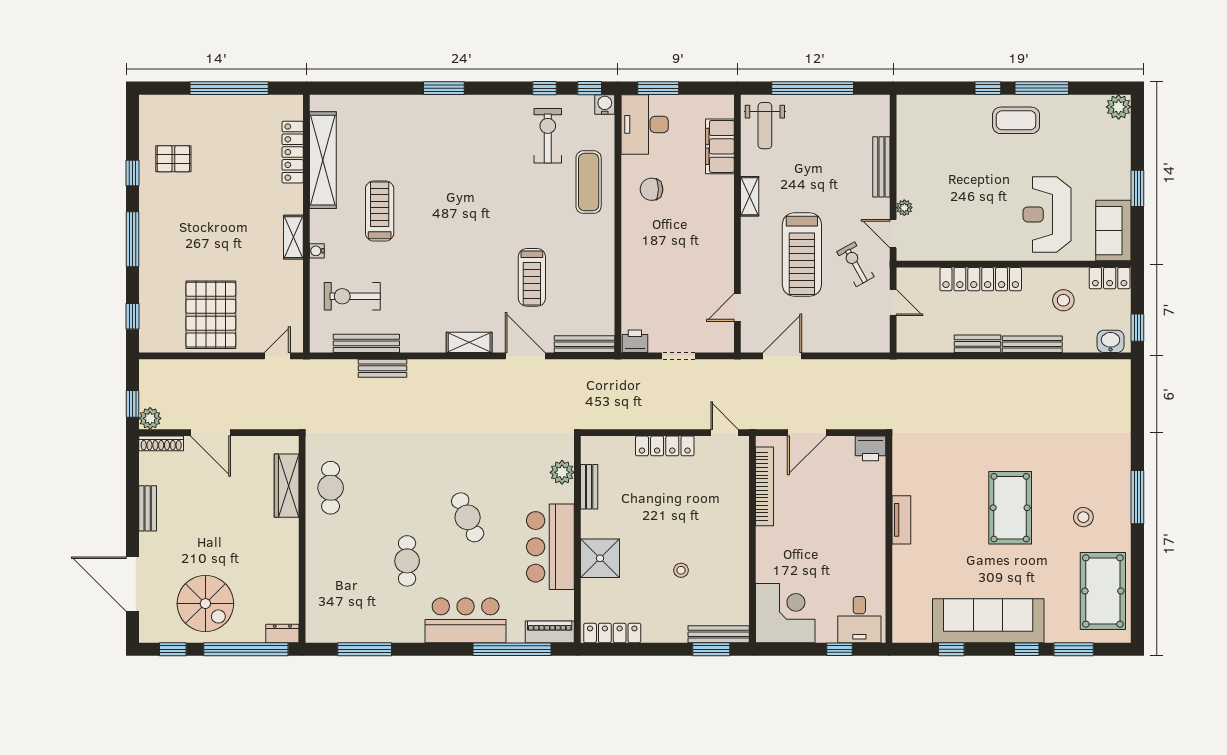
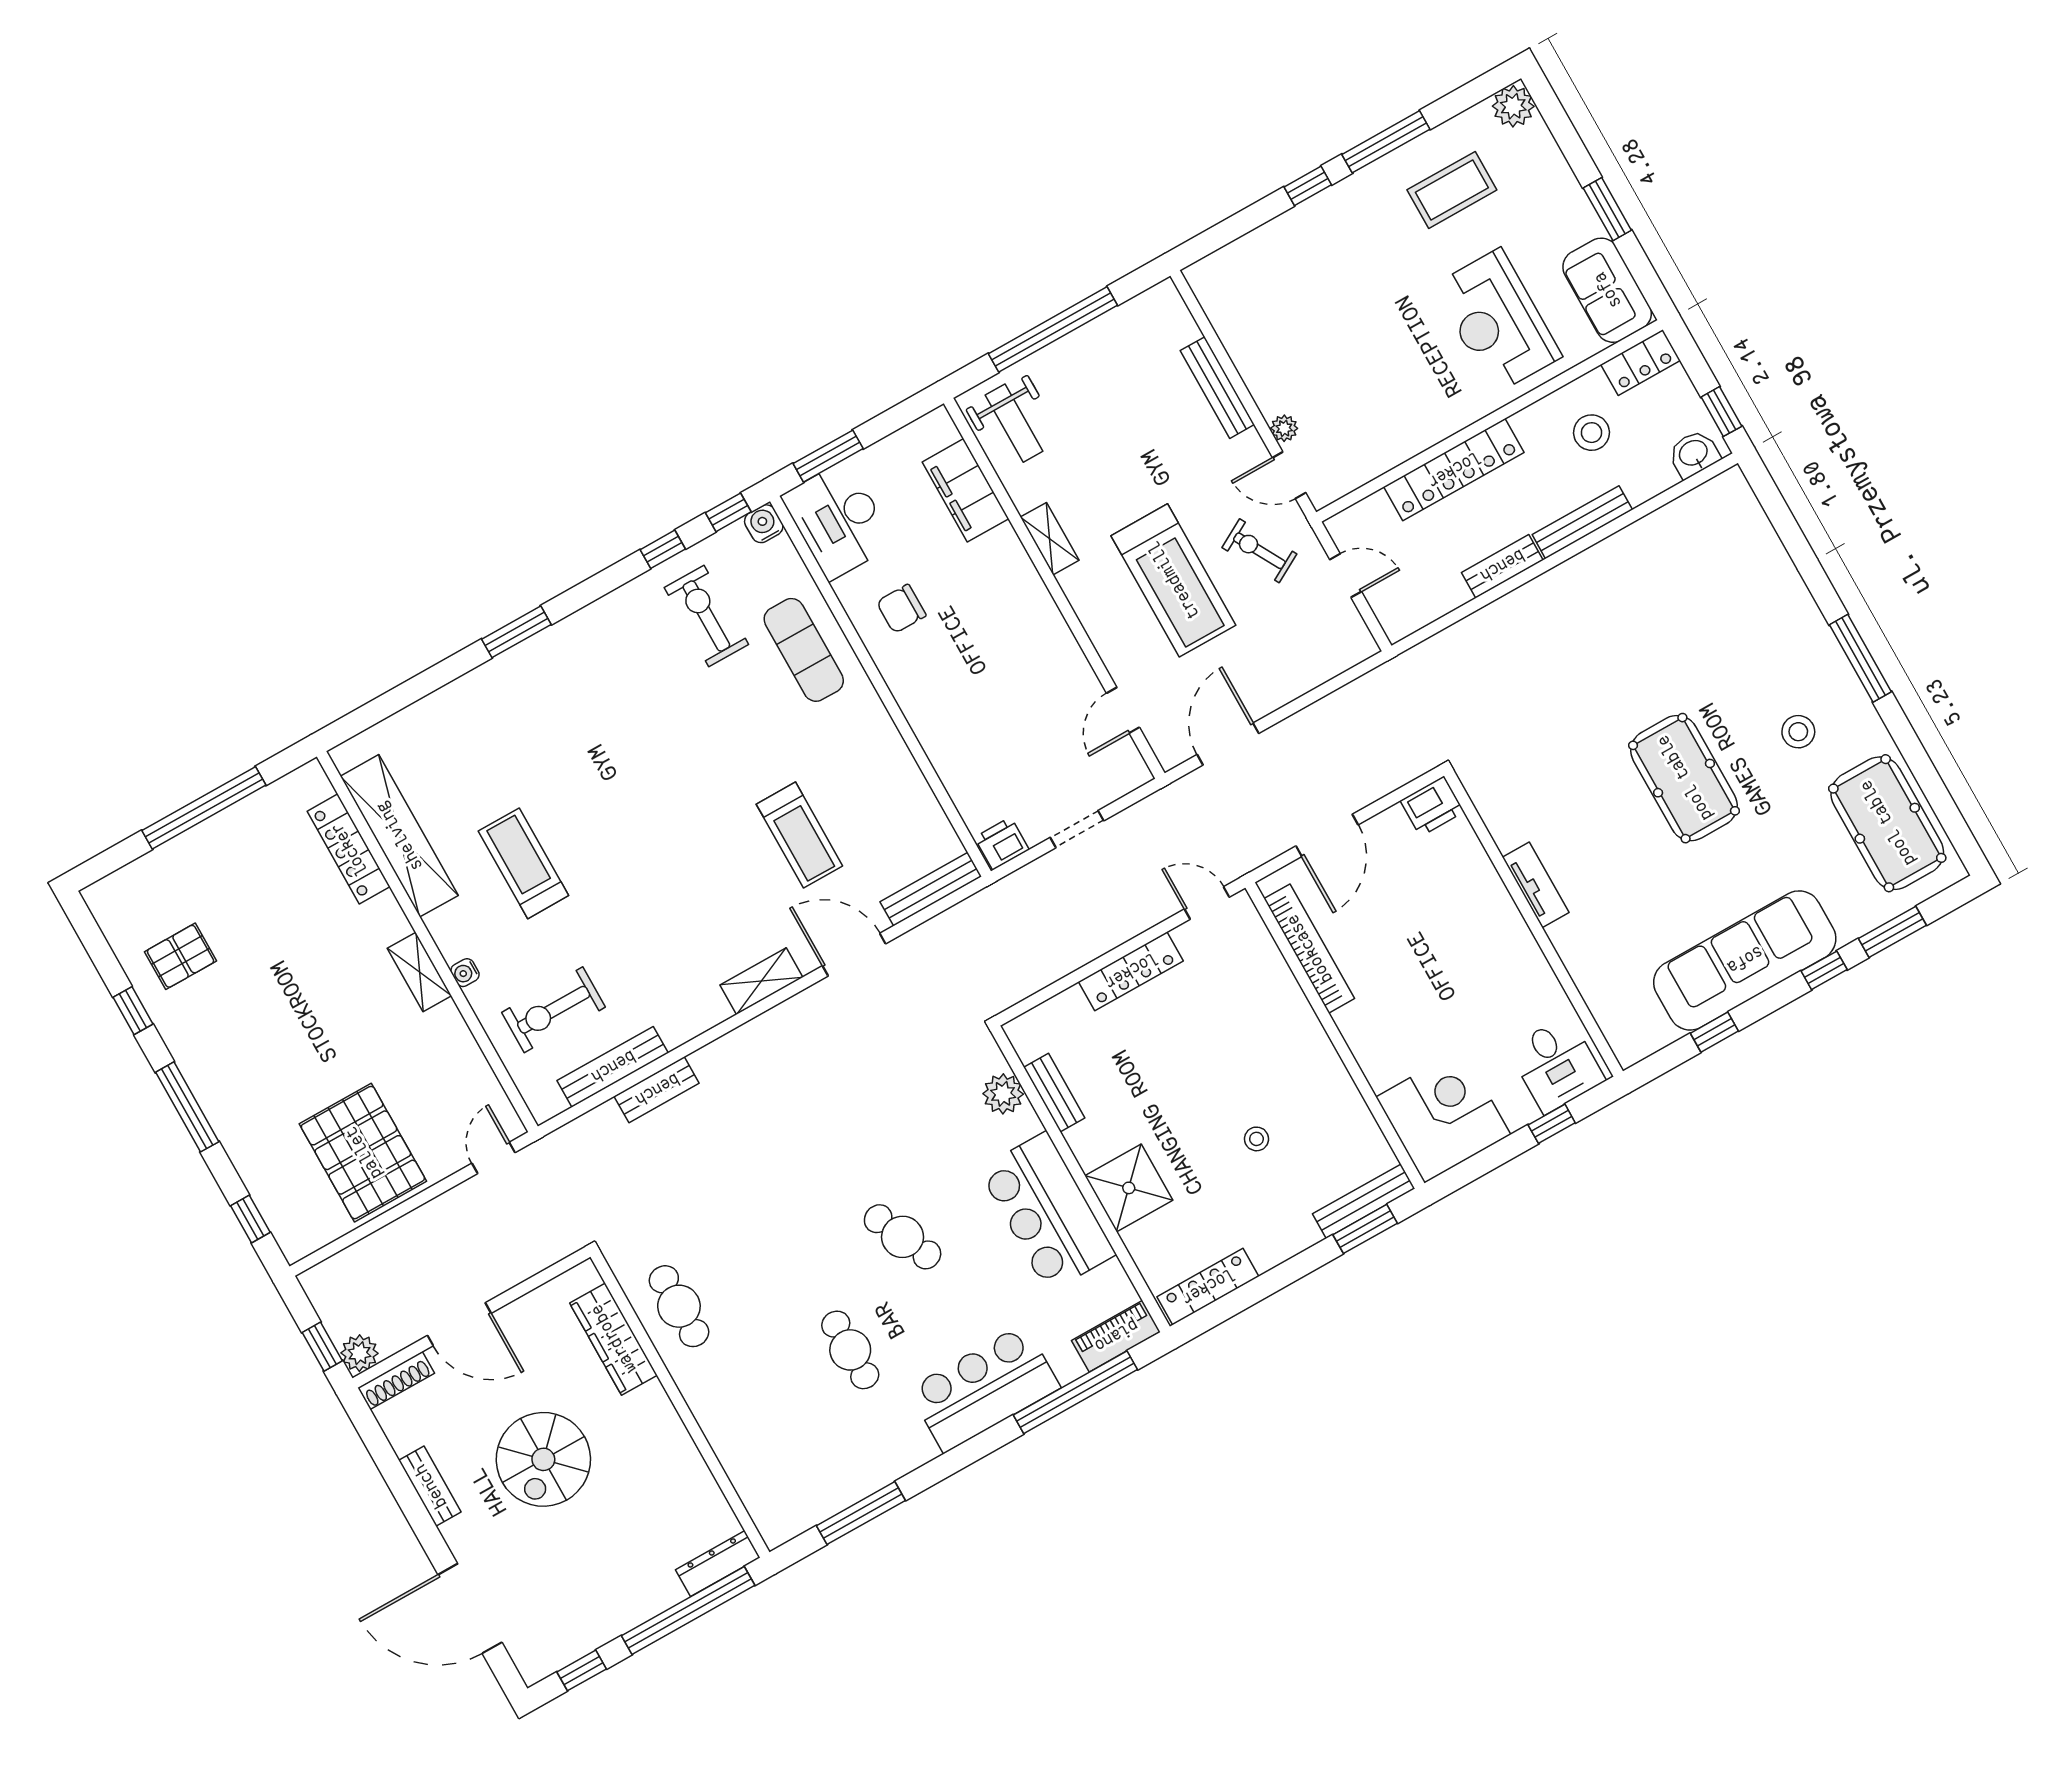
coffee table: (1016, 120) -> (1452, 190), moved
spiral stairs: (205, 604) -> (543, 1459), moved, turned 90
dresser: (282, 633) -> (718, 1564), width x1.44

